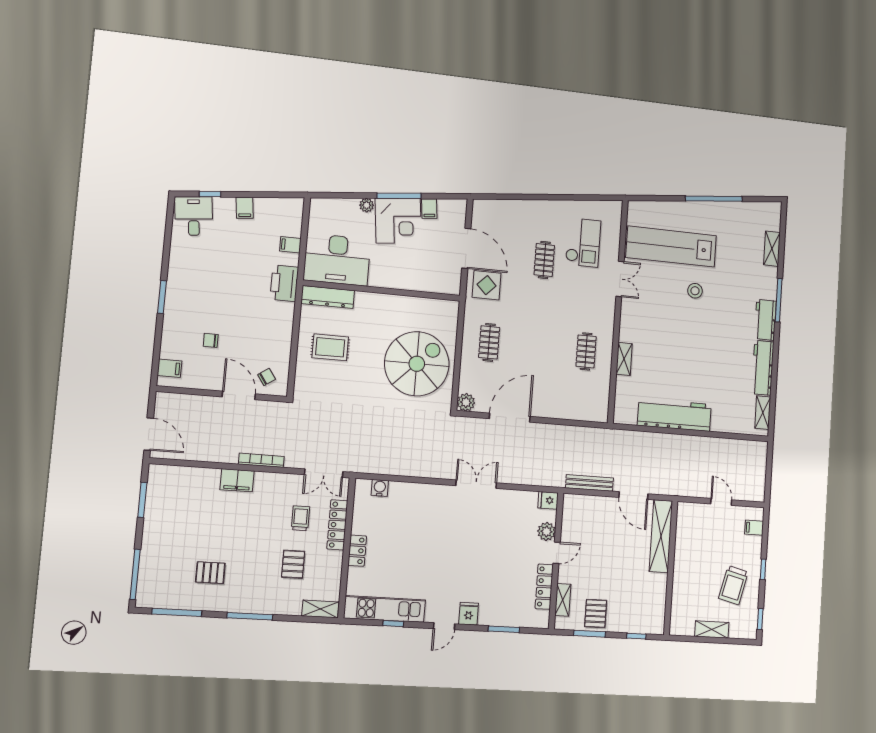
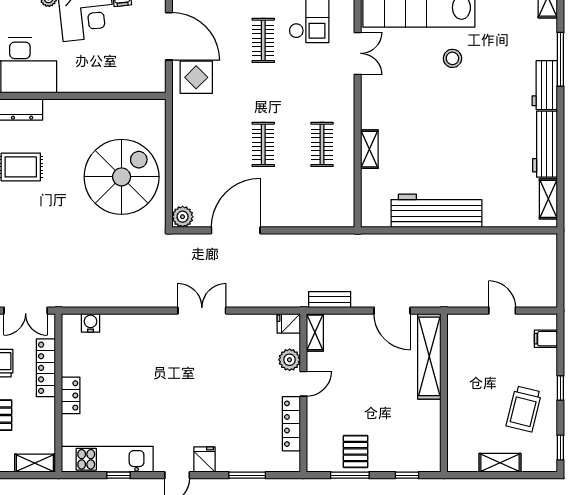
clothes rail: (489, 342) -> (263, 144), moved
bench: (589, 483) -> (330, 300), width x0.73
shelving: (563, 600) -> (315, 332), moved

